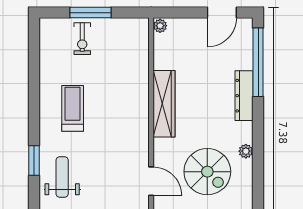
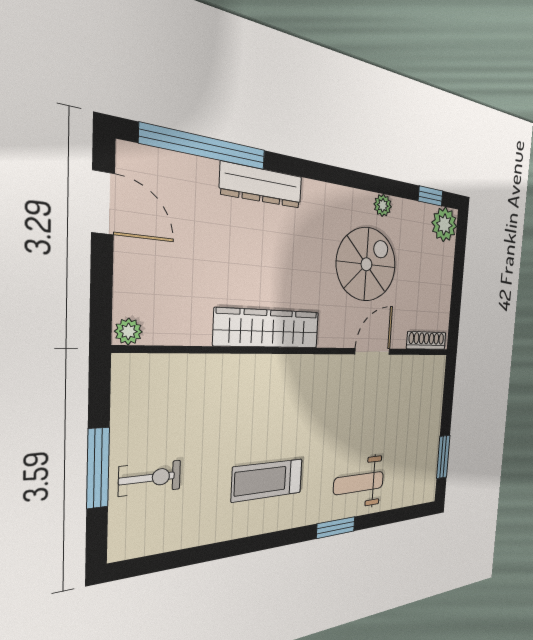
plant: (246, 151) -> (383, 205), moved

